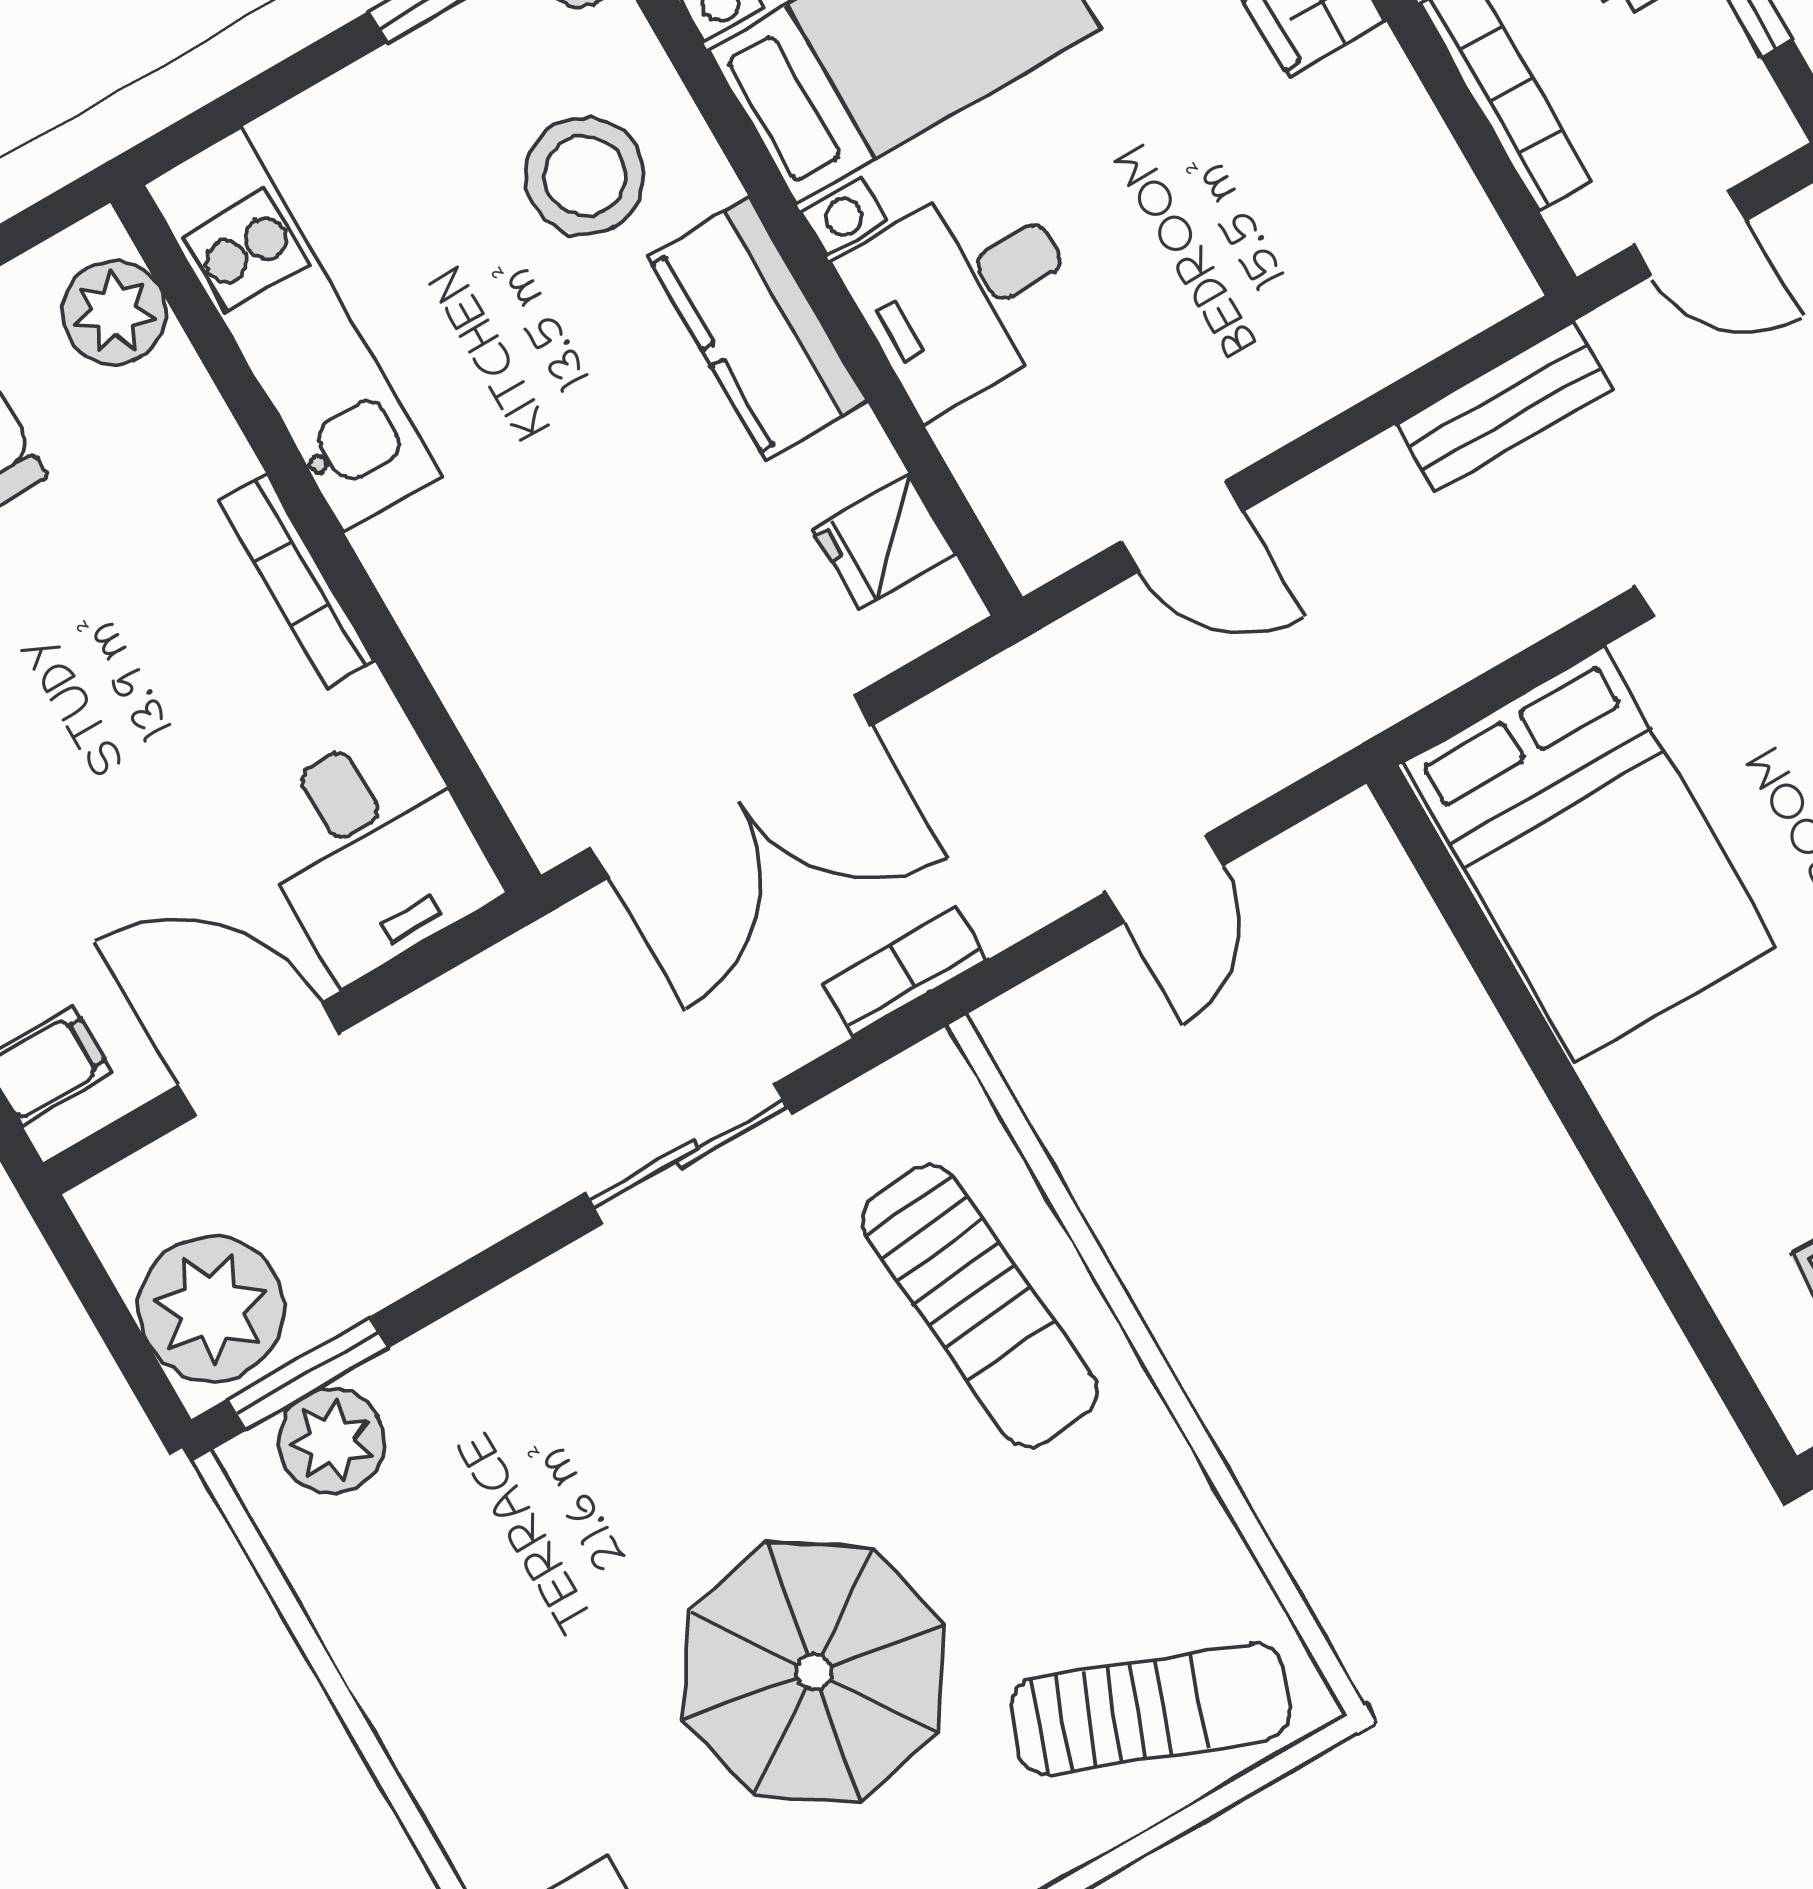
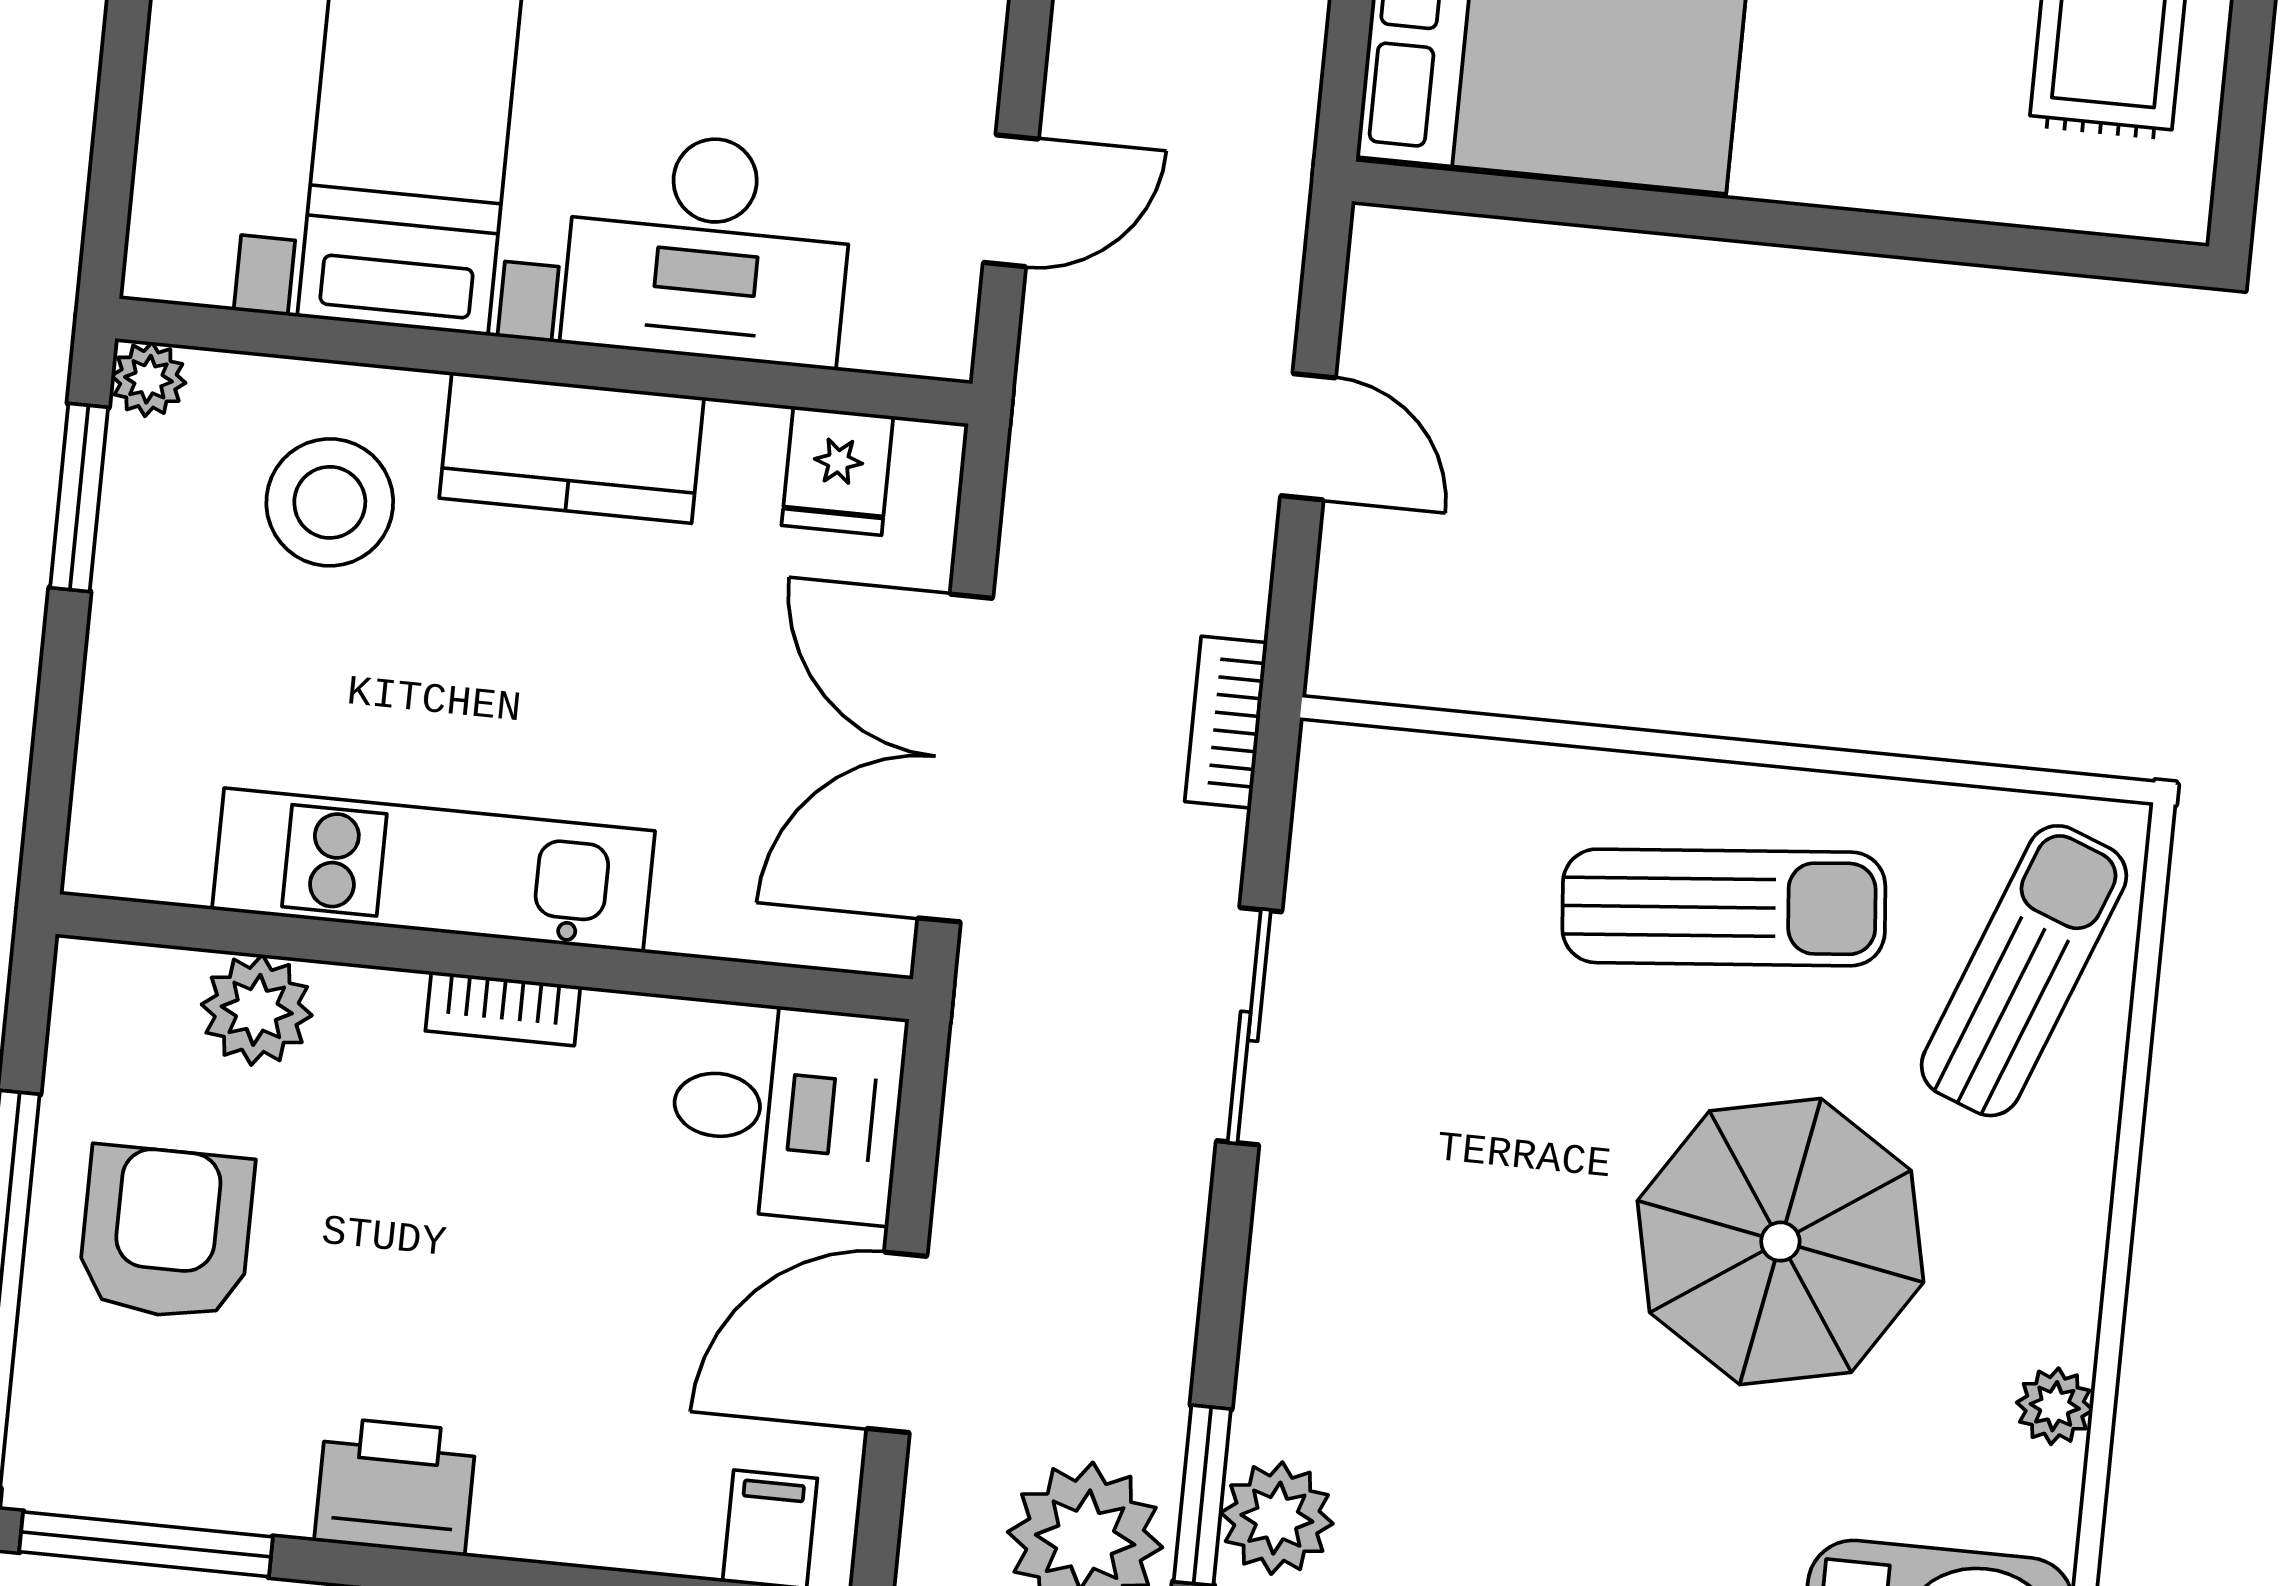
desk: (965, 293) -> (708, 248), width x1.37
plant: (114, 313) -> (257, 1010), moved
kitchen unit: (292, 330) -> (434, 870), moved
bookcase: (296, 581) -> (503, 1009), width x0.64
double door: (731, 787) -> (955, 758), swing flipped
sun lounger: (979, 1306) -> (1724, 907), moved

